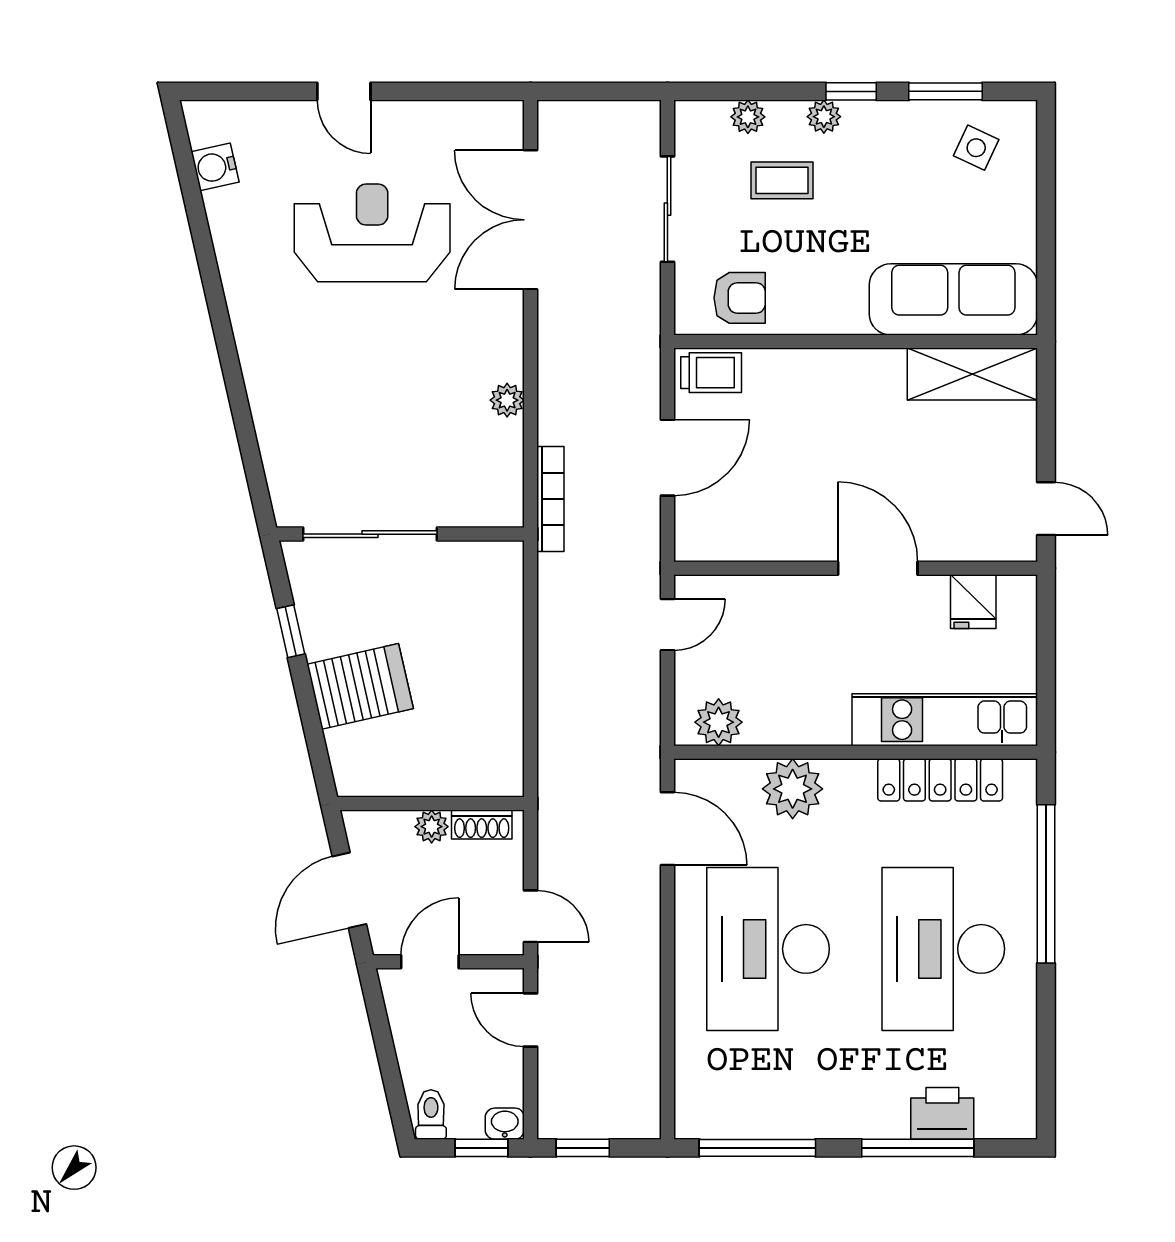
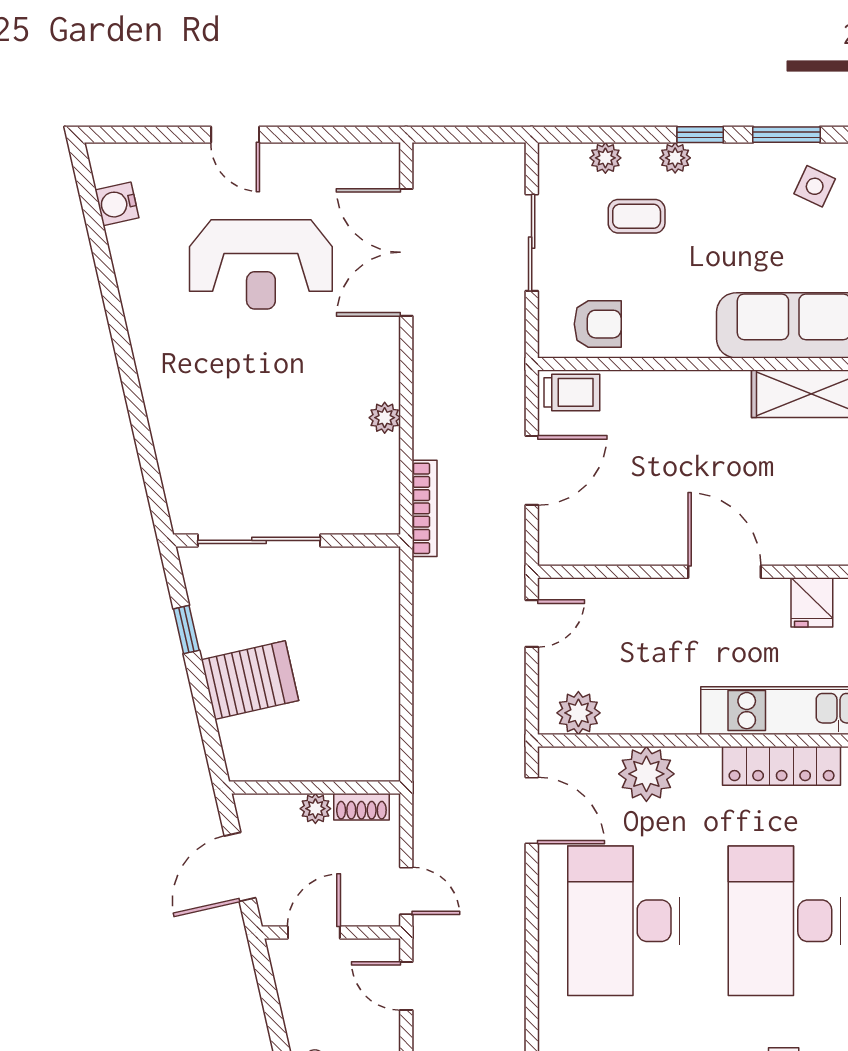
reception desk: (372, 233) -> (261, 264), turned 180

